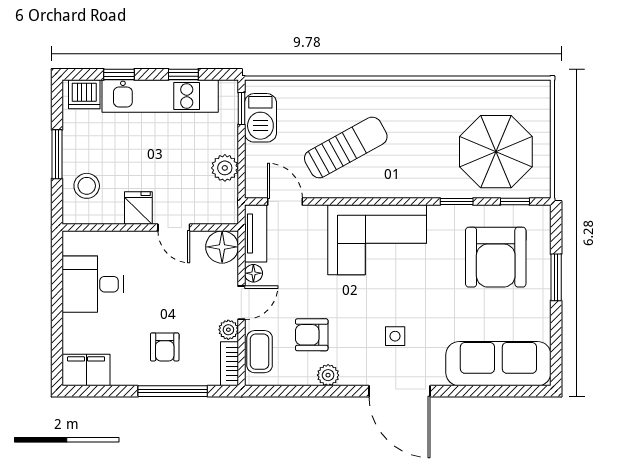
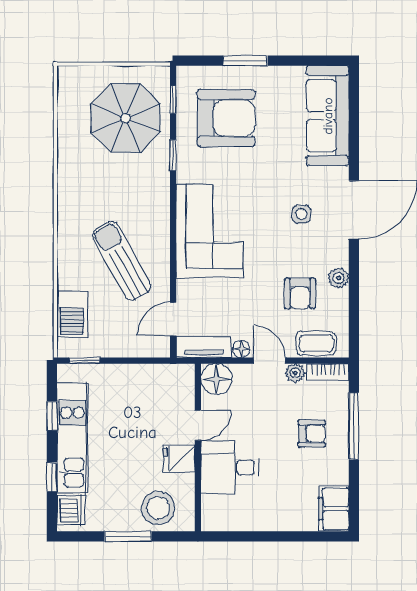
barbecue: (260, 118) -> (72, 314), moved, turned 90
plant: (225, 168) -> (141, 376), removed
stool: (87, 186) -> (158, 508), width x1.38, depth x1.38
desk: (93, 284) -> (230, 467), moved, turned 90

